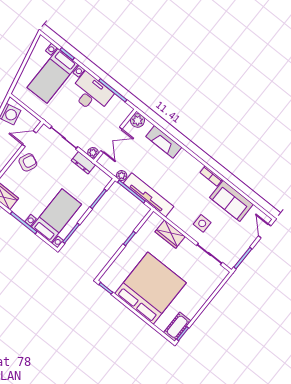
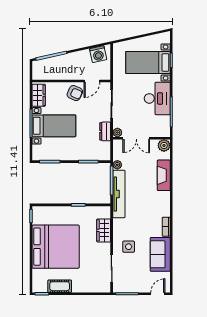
door: (29, 139) -> (92, 81), swing flipped
bed with nightstands: (57, 216) -> (54, 126), moved
cot: (177, 327) -> (60, 286), moved

